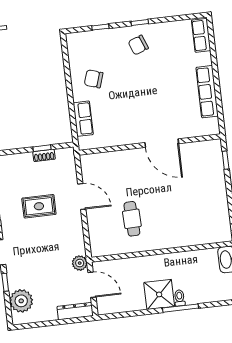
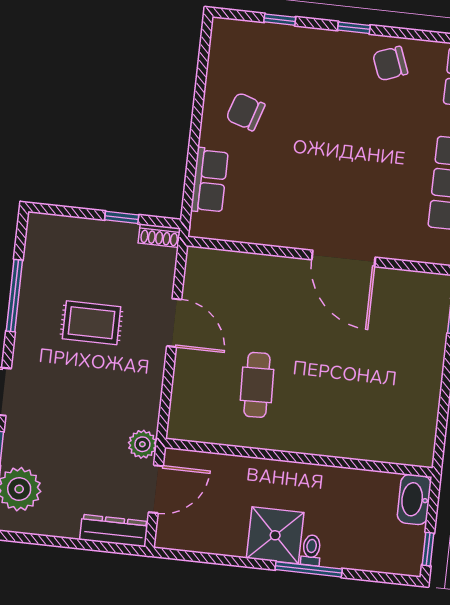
chair: (138, 45) -> (390, 63), moved
shoe rack: (44, 155) -> (159, 236), moved
door: (92, 285) -> (156, 489), hinge flipped

